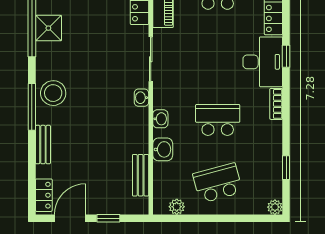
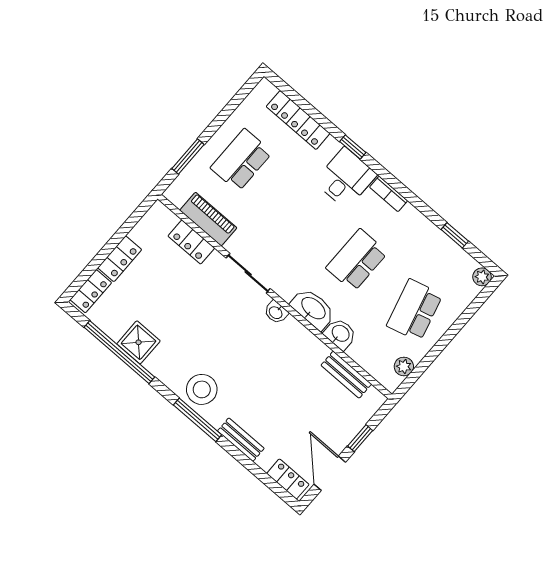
desk: (263, 62) -> (346, 178), width x0.73
washbasin: (160, 119) -> (313, 309), width x1.91, depth x1.45

